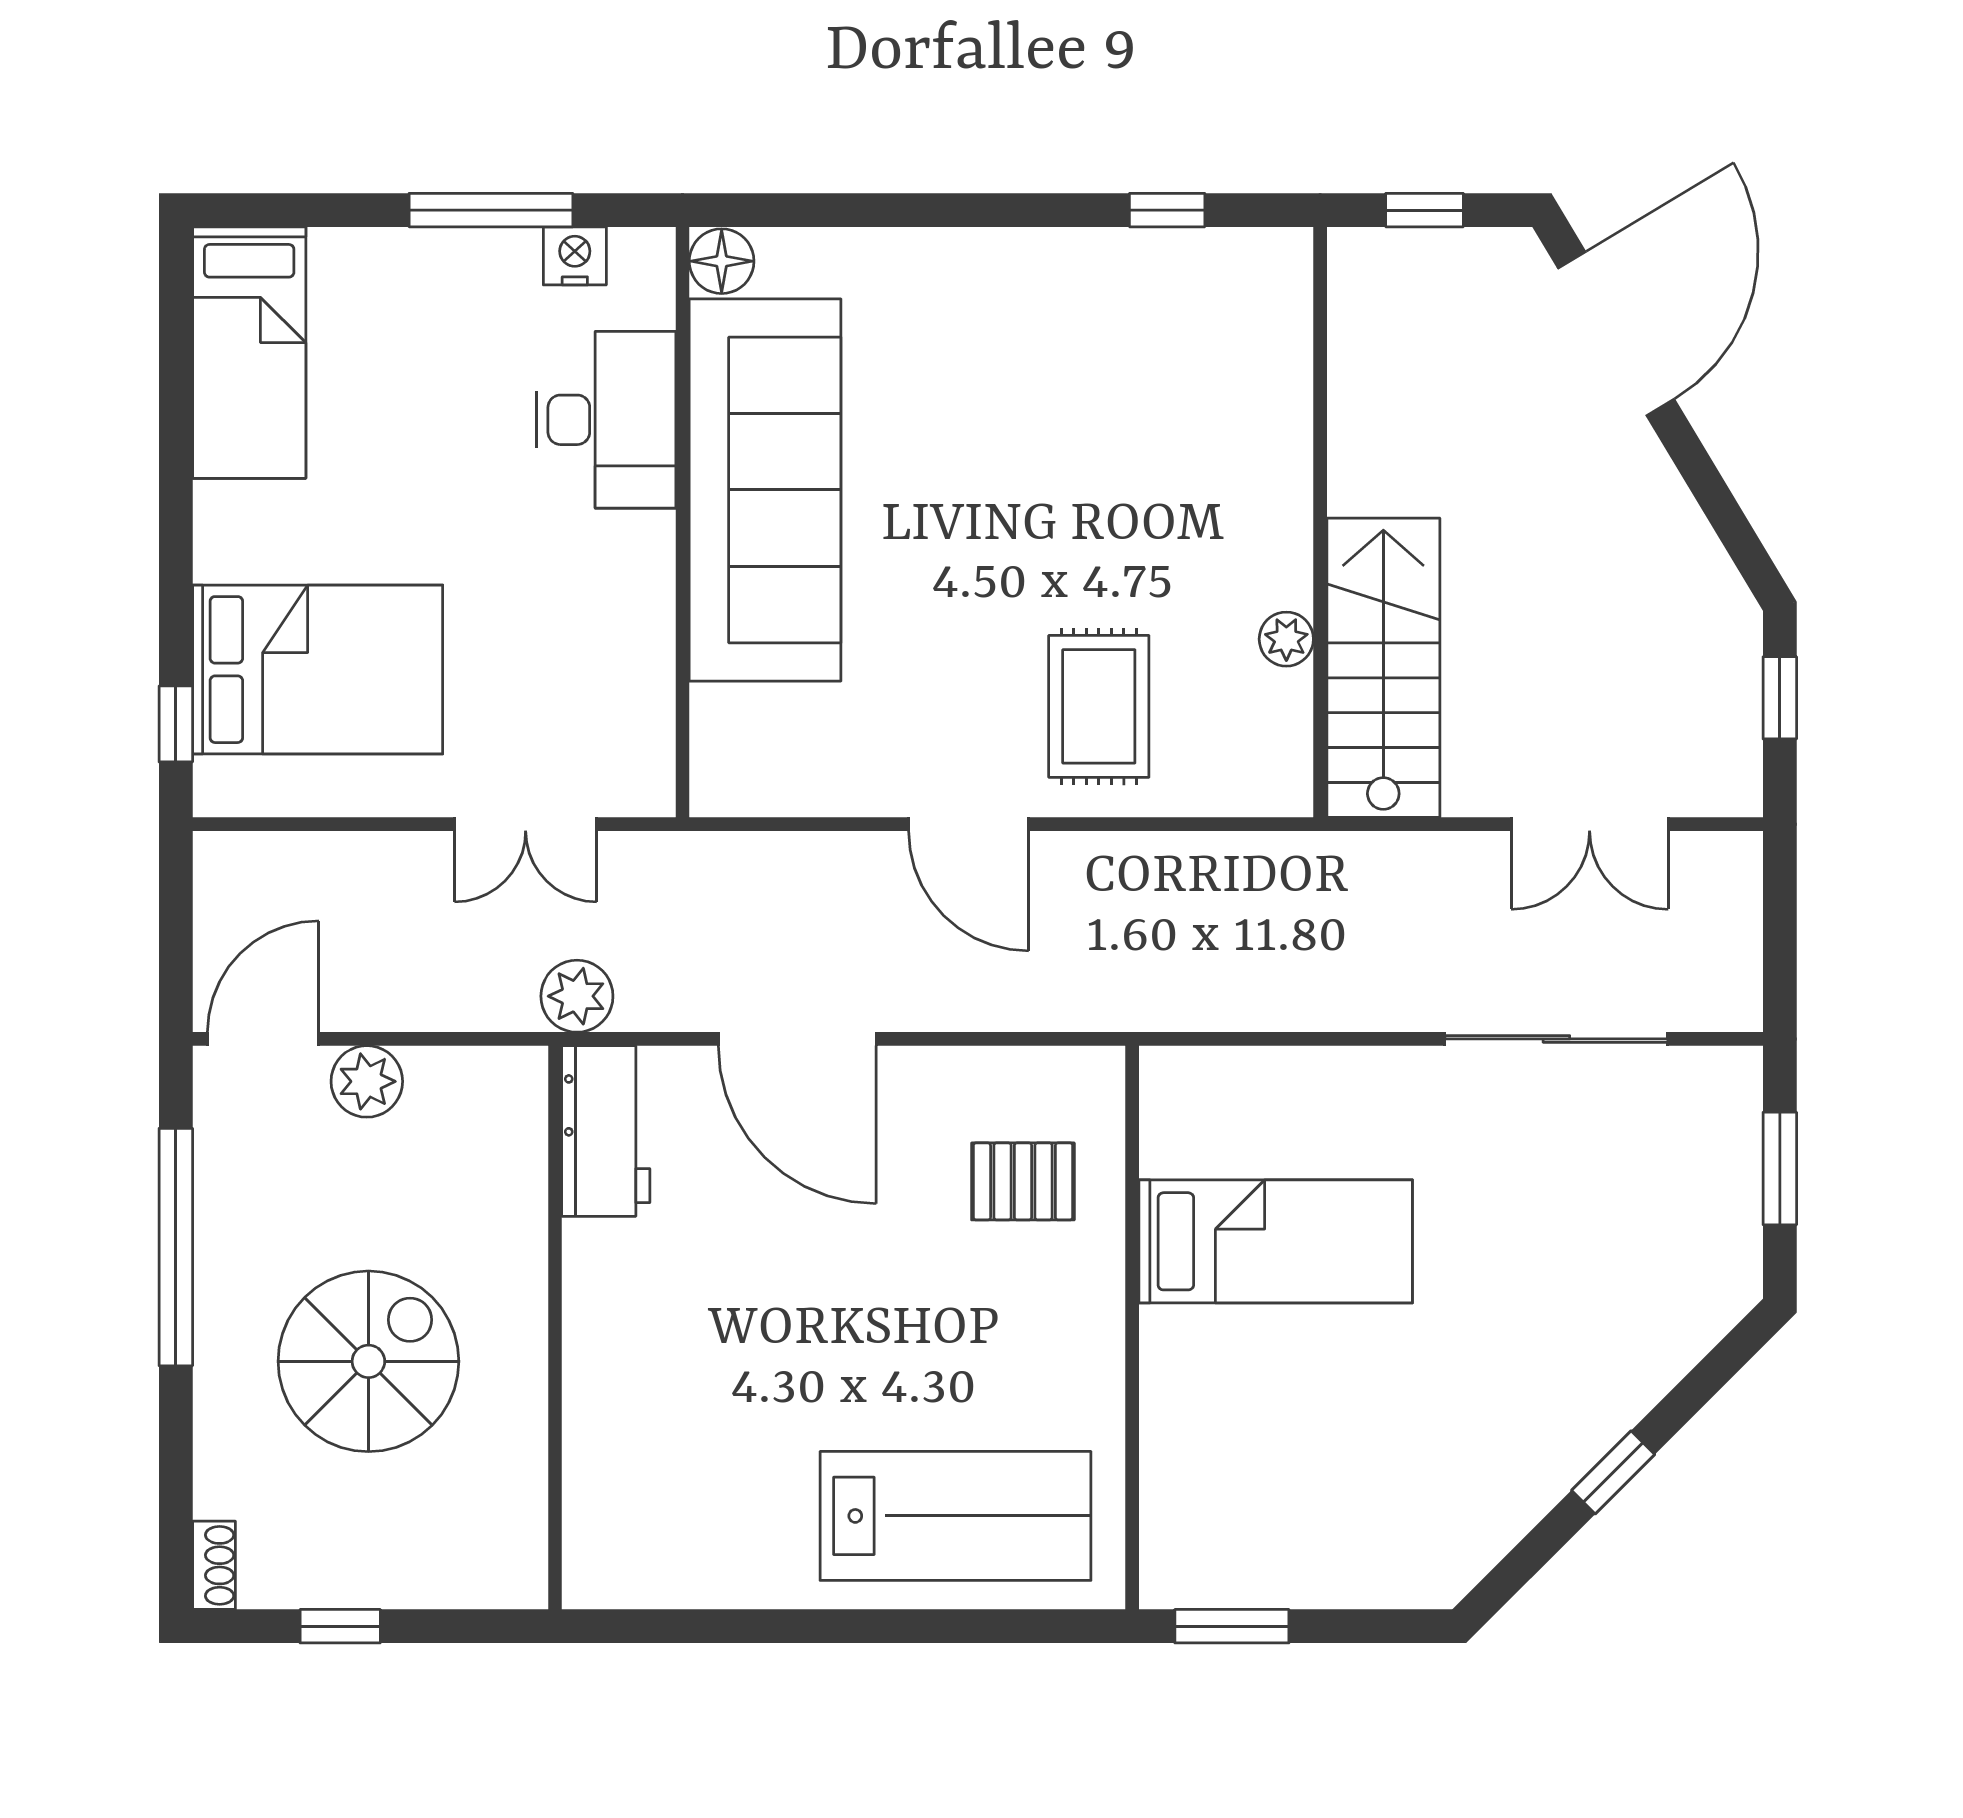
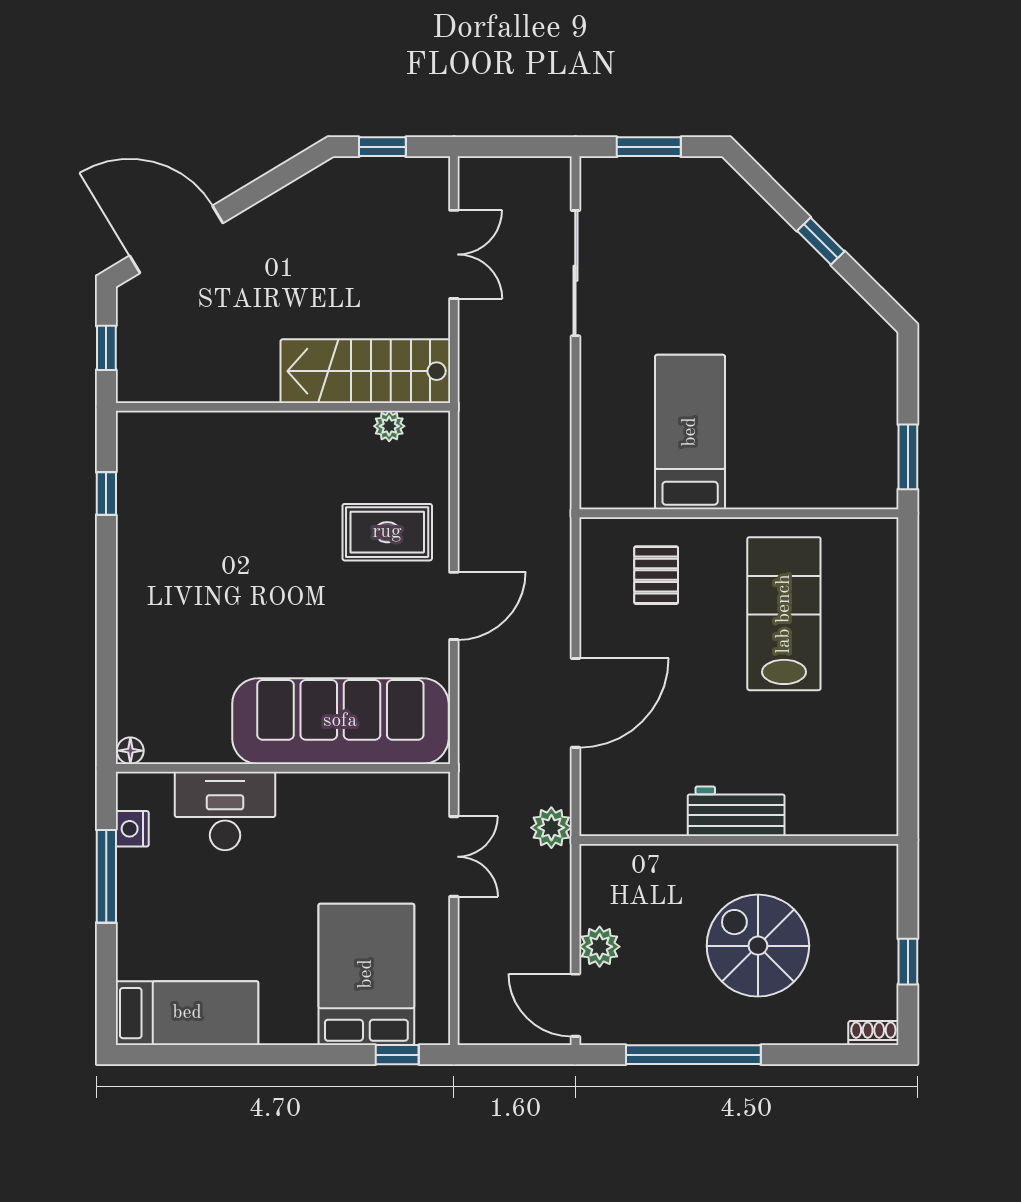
floor lamp: (722, 261) -> (130, 751), width x0.73, depth x0.73
sofa: (765, 490) -> (340, 721), moved
plant: (1286, 639) -> (389, 426), moved
workbench: (606, 1131) -> (736, 811), moved
lab bench: (955, 1516) -> (784, 614), moved

